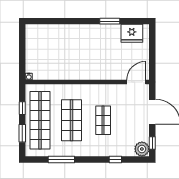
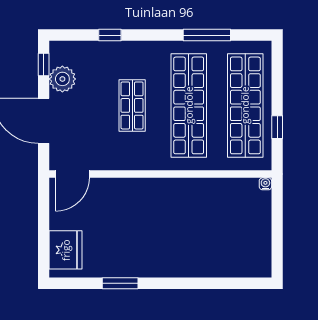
fridge: (132, 33) -> (66, 250), moved, turned 90
shop shelf: (71, 120) -> (189, 105), width x1.40
window: (22, 133) -> (277, 82), removed
plant: (142, 149) -> (62, 79), moved

